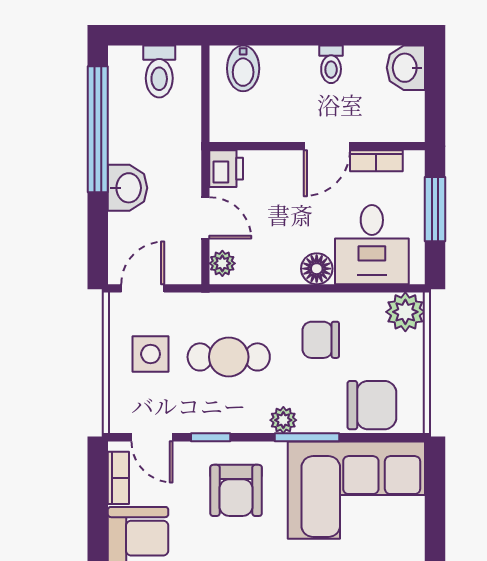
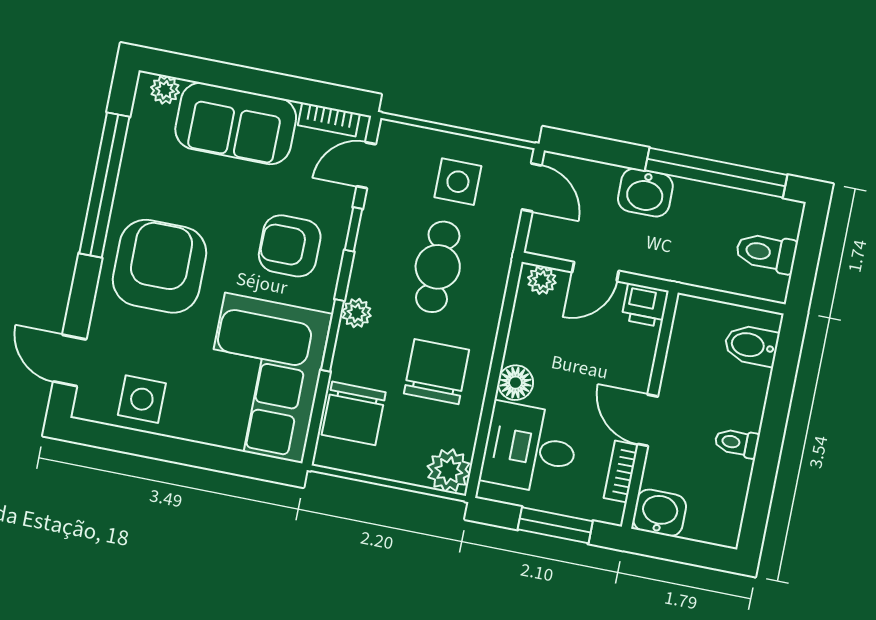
washbasin: (406, 68) -> (660, 513), moved
chair: (321, 340) -> (437, 372), width x1.37, depth x1.37

